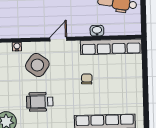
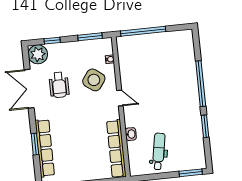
chair: (87, 79) -> (84, 128), removed
wheelchair: (40, 102) -> (59, 85), turned 180

